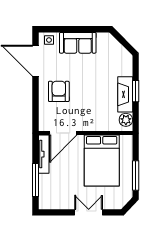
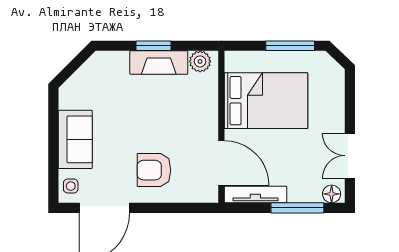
floor lamp: (44, 201) -> (332, 194), added
double door: (89, 212) -> (350, 156), moved

